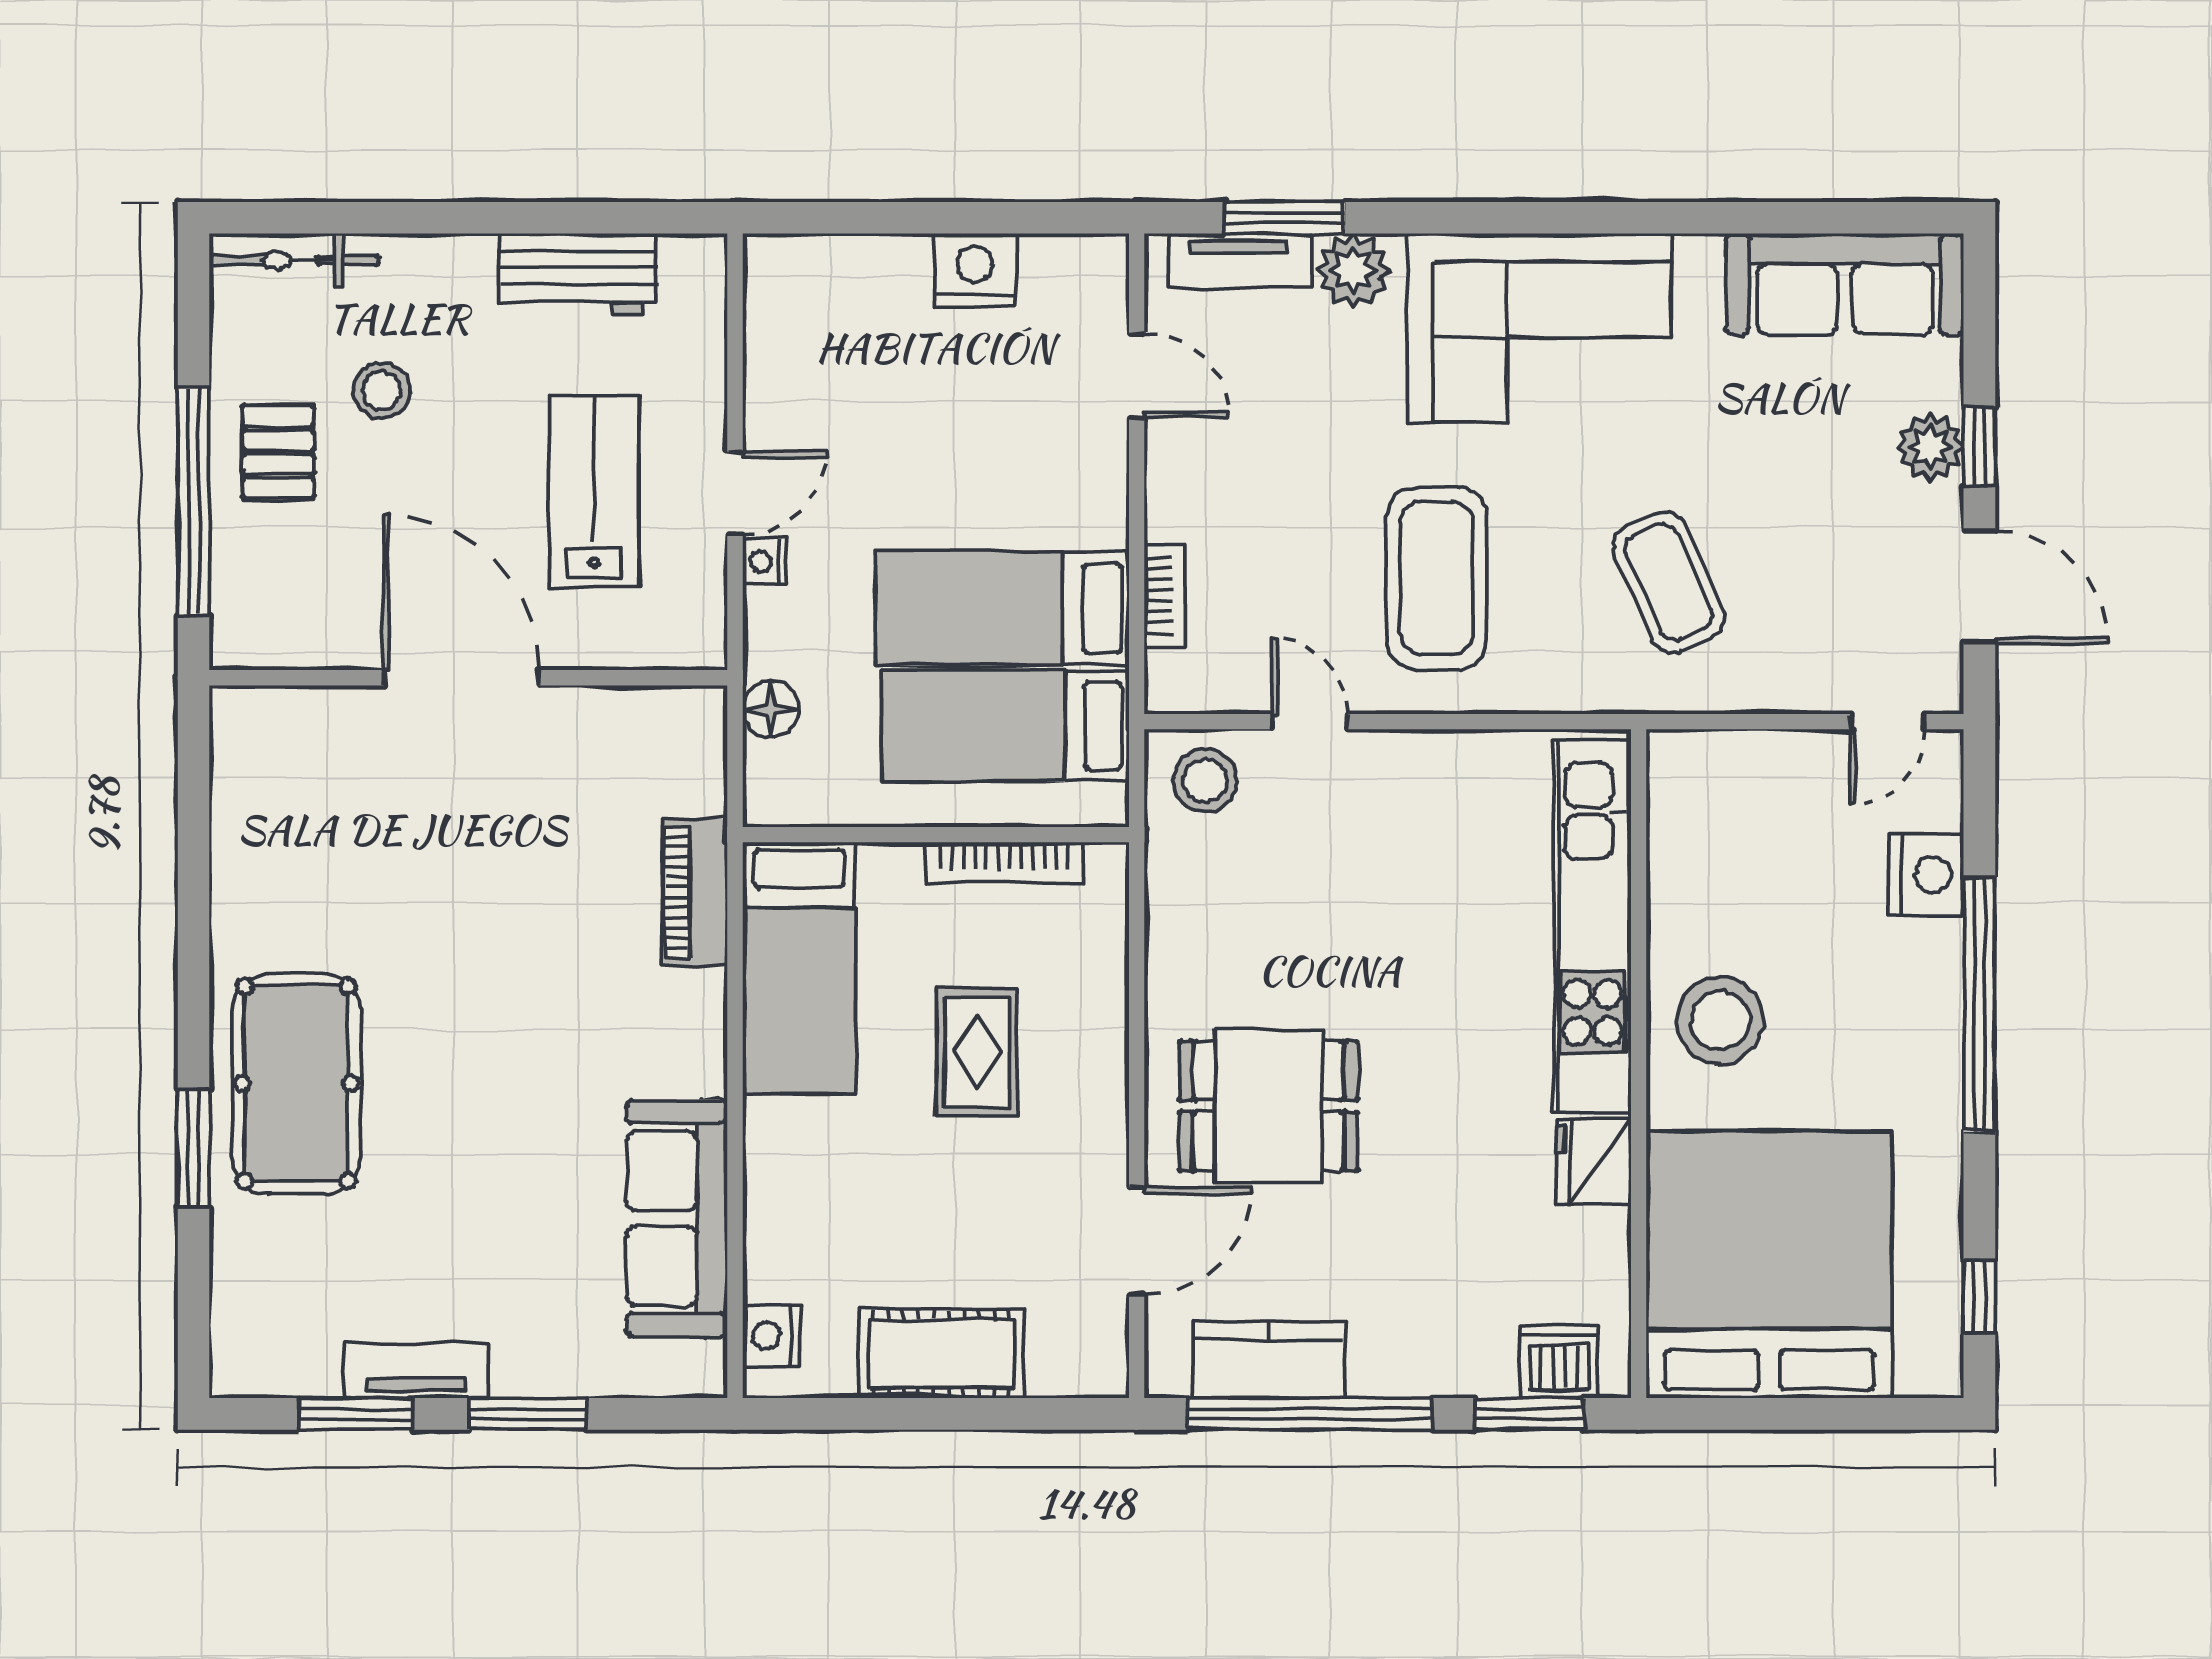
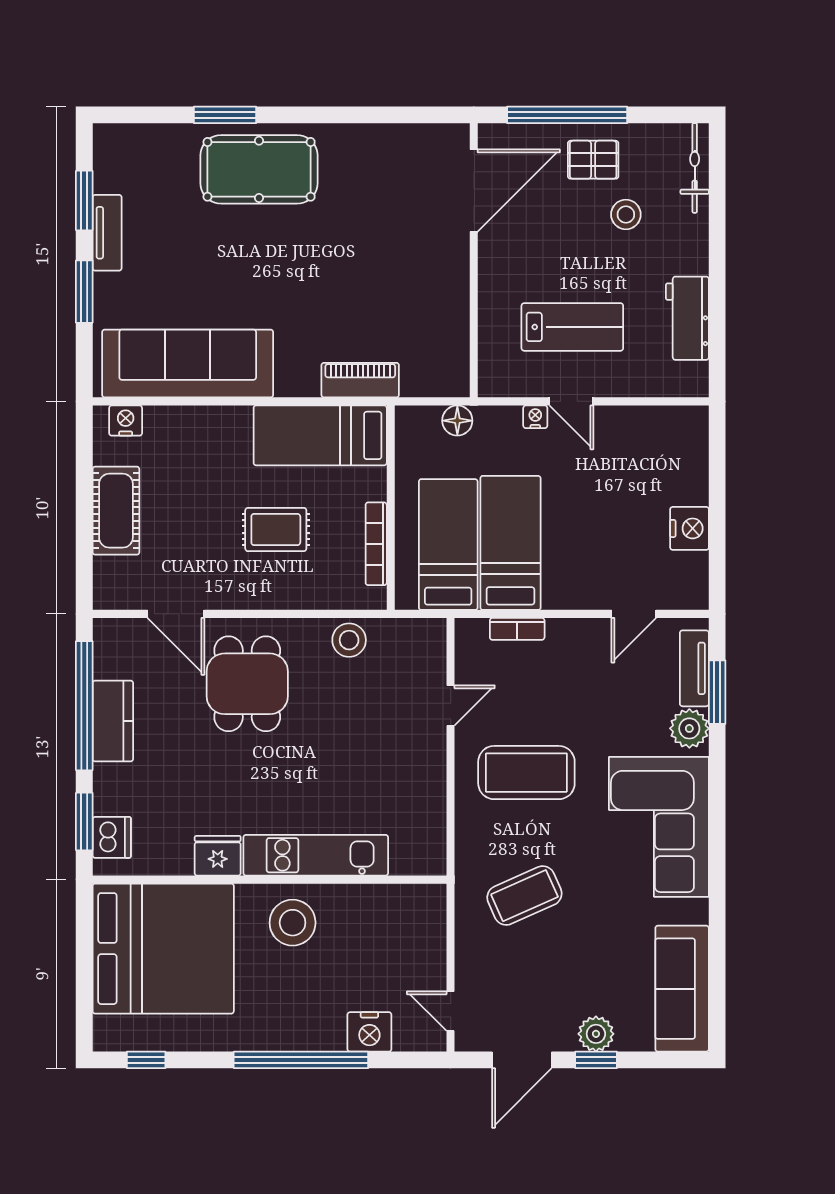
door: (461, 678) -> (474, 190), moved
stool: (1205, 781) -> (349, 640), moved
kitchen unit: (1593, 927) -> (316, 855), width x0.73
sofa: (677, 1218) -> (188, 363), width x1.36, depth x1.27
kitchen counter: (1269, 1360) -> (113, 721), moved

